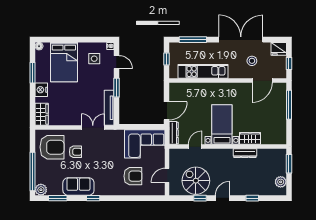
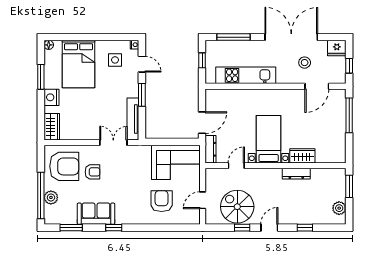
armchair: (133, 176) -> (162, 201), turned -90
plant: (41, 190) -> (51, 197), moved

